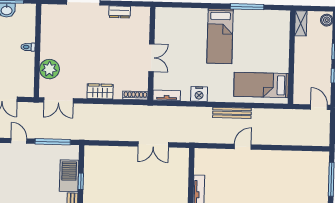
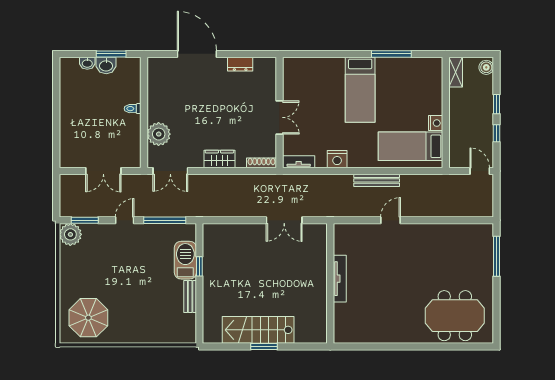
nightstand: (283, 66) -> (436, 123), added
door: (19, 141) -> (125, 220), hinge flipped

